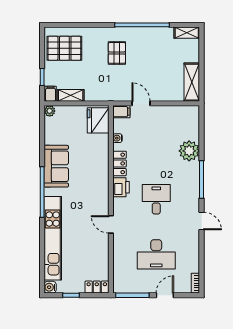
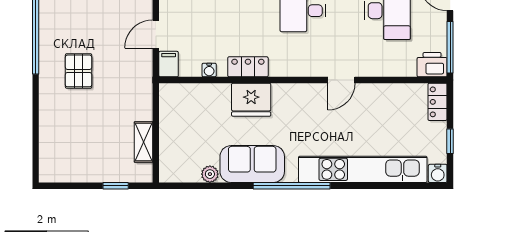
pallet: (64, 48) -> (71, 151), removed
pallet: (117, 53) -> (79, 71), turned 90
filing cabinet: (51, 94) -> (141, 173), removed
plant: (50, 111) -> (210, 174), moved
fridge: (98, 120) -> (251, 100), moved
printer: (121, 187) -> (432, 65), moved

